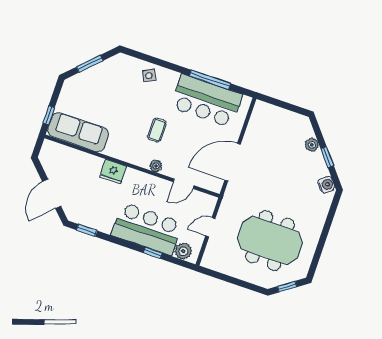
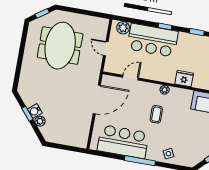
window: (210, 80) -> (140, 161), moved
plant: (156, 166) -> (165, 90), moved
water cooler: (326, 185) -> (35, 111), moved
door: (210, 227) -> (106, 49), swing flipped
meeting table: (270, 240) -> (60, 46), turned 90
window: (153, 253) -> (165, 26), moved

